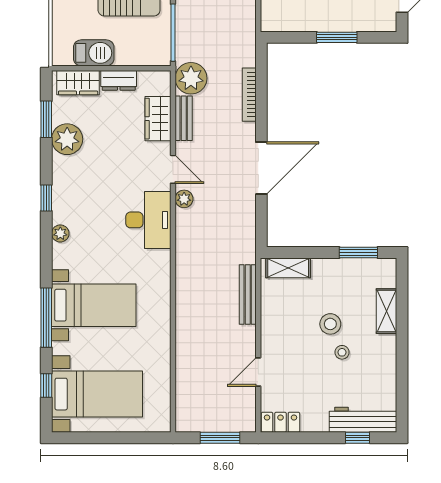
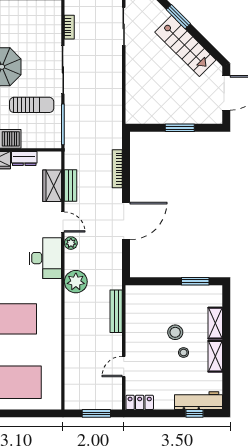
plant: (191, 78) -> (76, 282), moved
shelving: (288, 268) -> (215, 356), moved, turned 90

